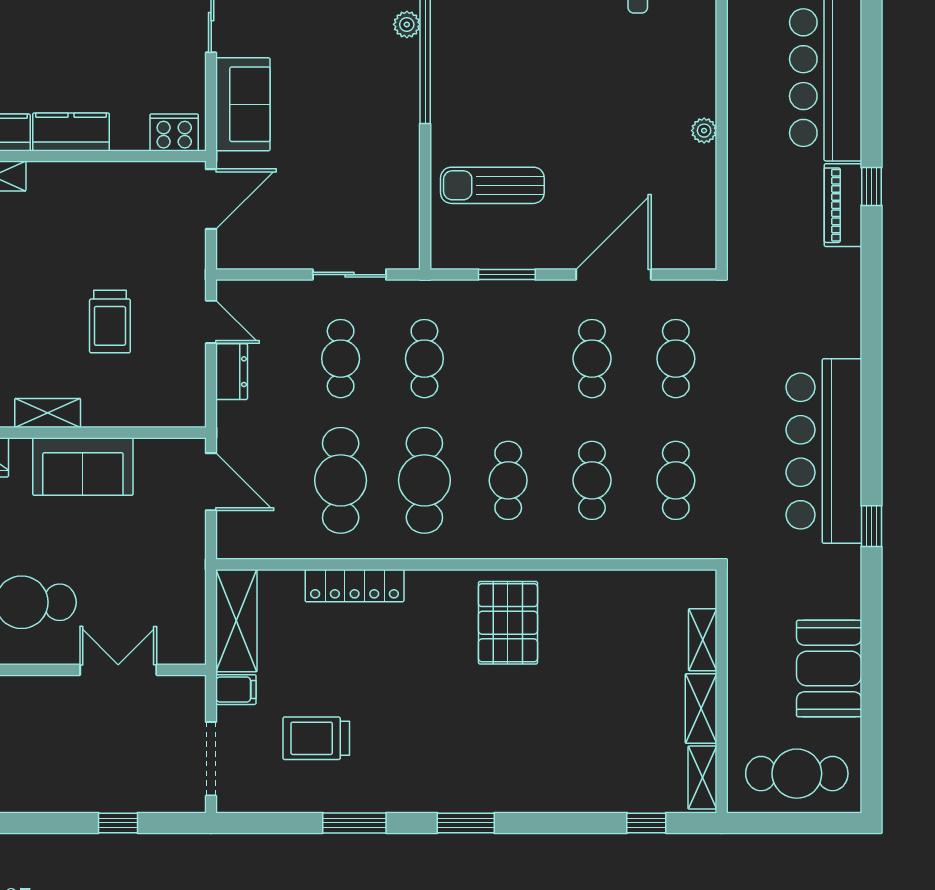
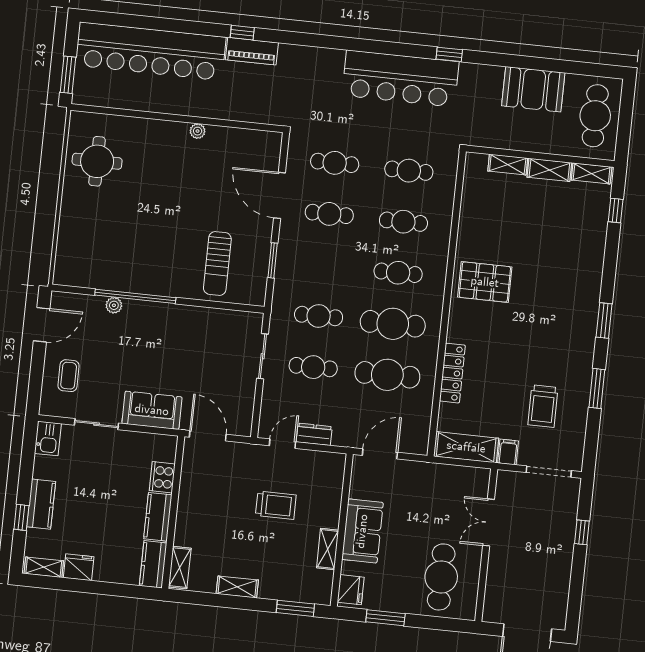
cooker: (174, 132) -> (162, 477), moved

